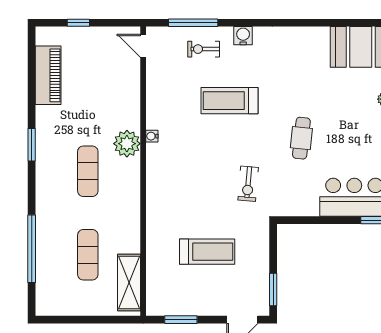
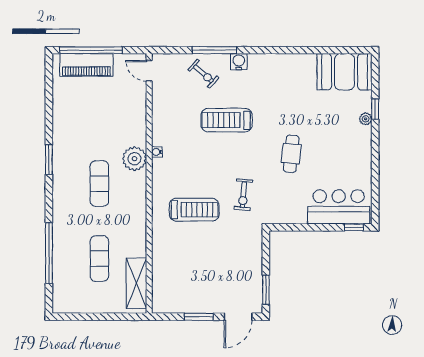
window: (78, 23) -> (91, 50), width x3.17
window: (193, 23) -> (214, 50), moved
exercise bike: (204, 49) -> (203, 74), turned -139
piano: (48, 75) -> (86, 65), moved, turned 90
treadmill: (207, 252) -> (194, 210), moved
window: (181, 320) -> (199, 317), moved

